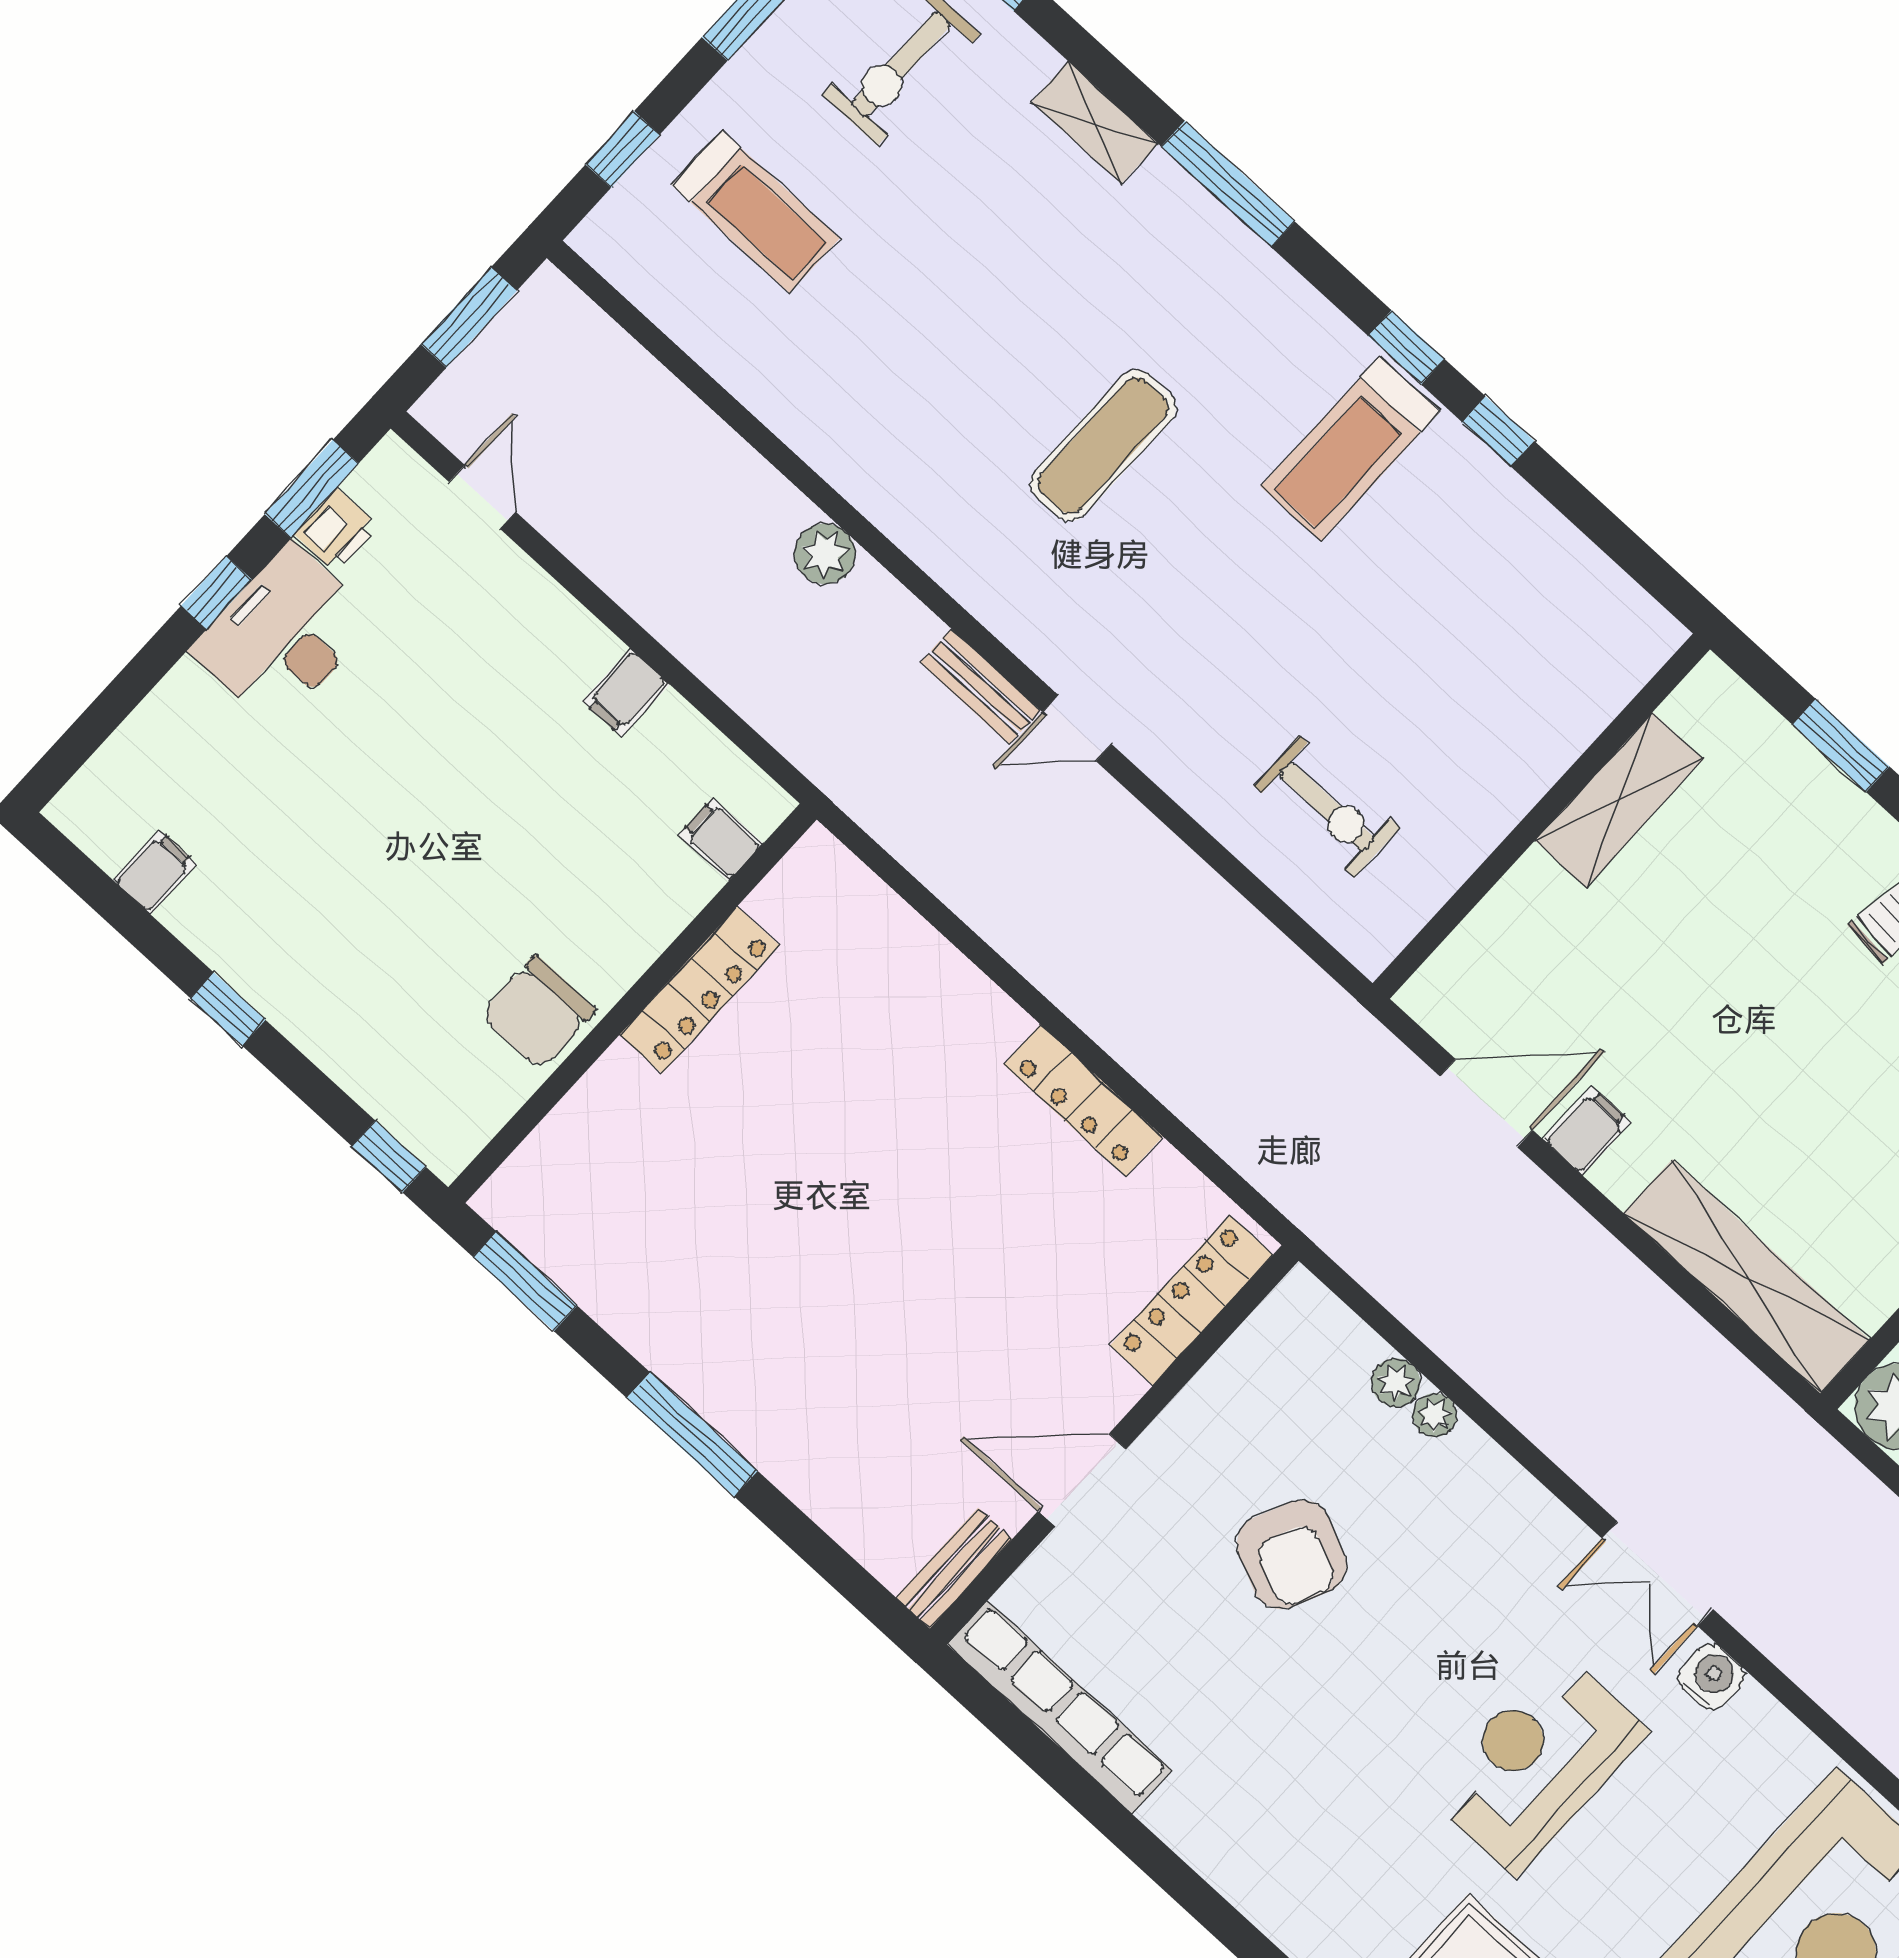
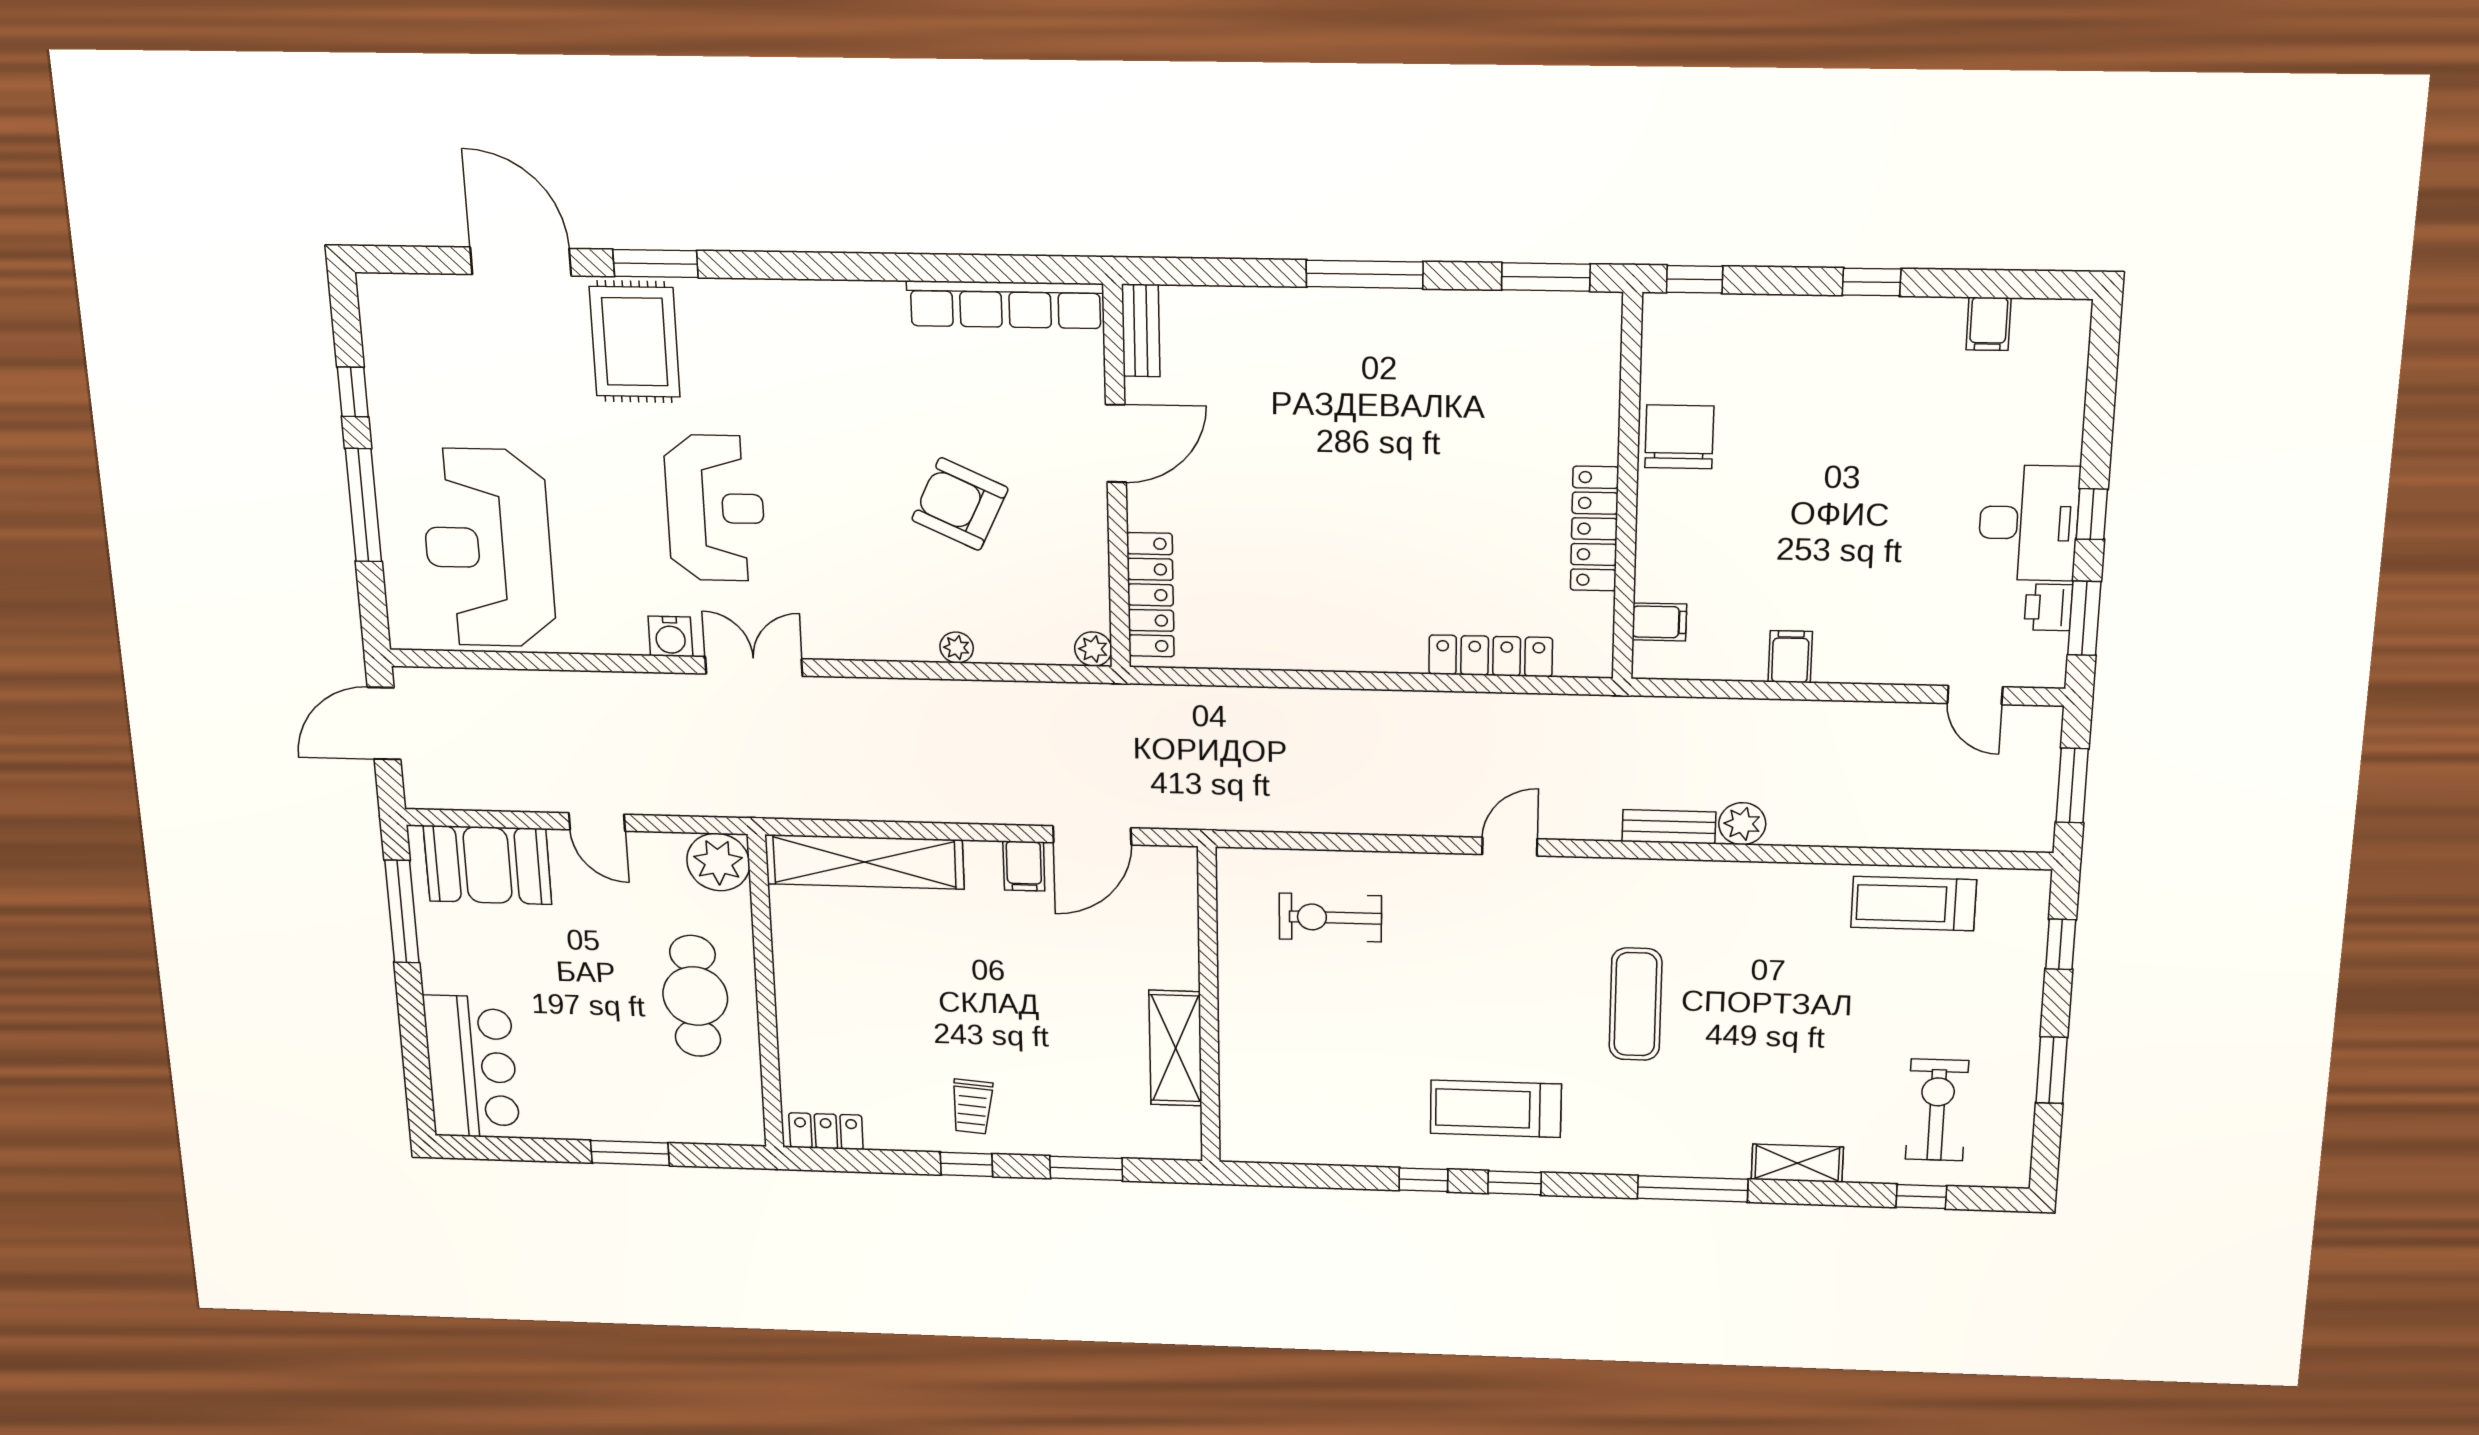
treadmill: (756, 212) -> (1914, 904), moved
treadmill: (1350, 449) -> (1496, 1109), turned -90
bench: (980, 686) -> (1669, 827), moved
locker: (1083, 1100) -> (1491, 656), moved
plant: (1396, 1383) -> (1093, 649), moved

